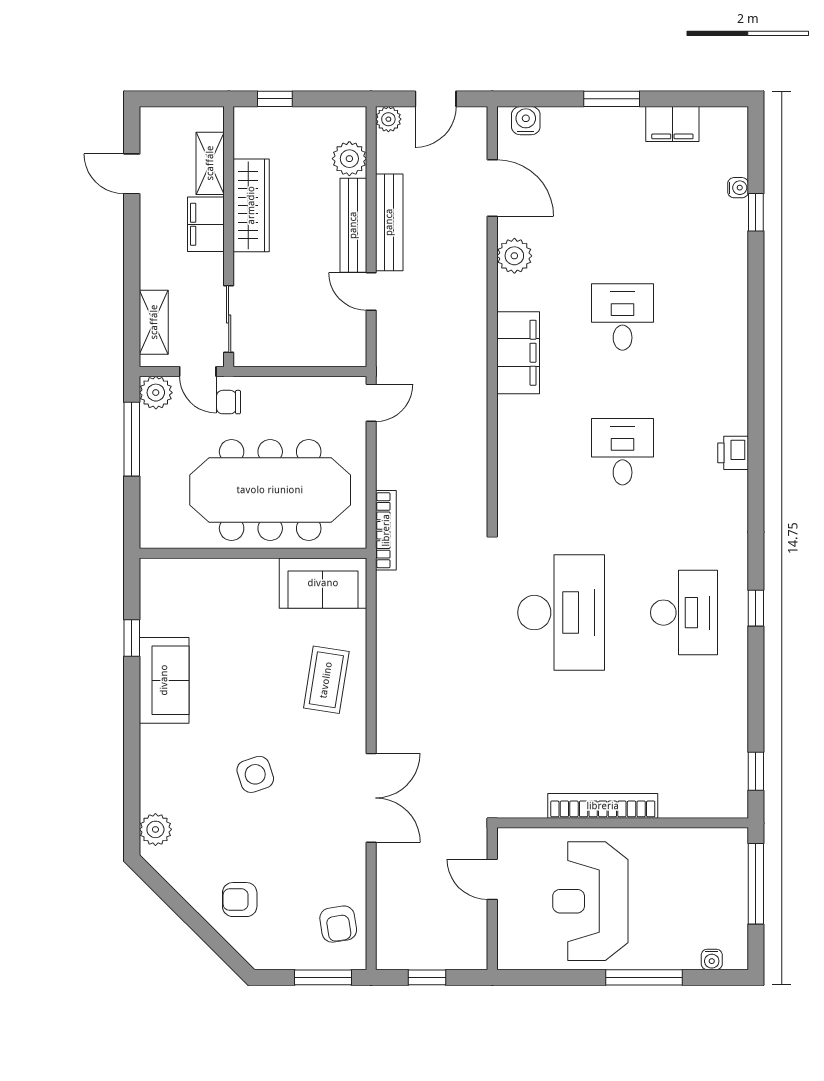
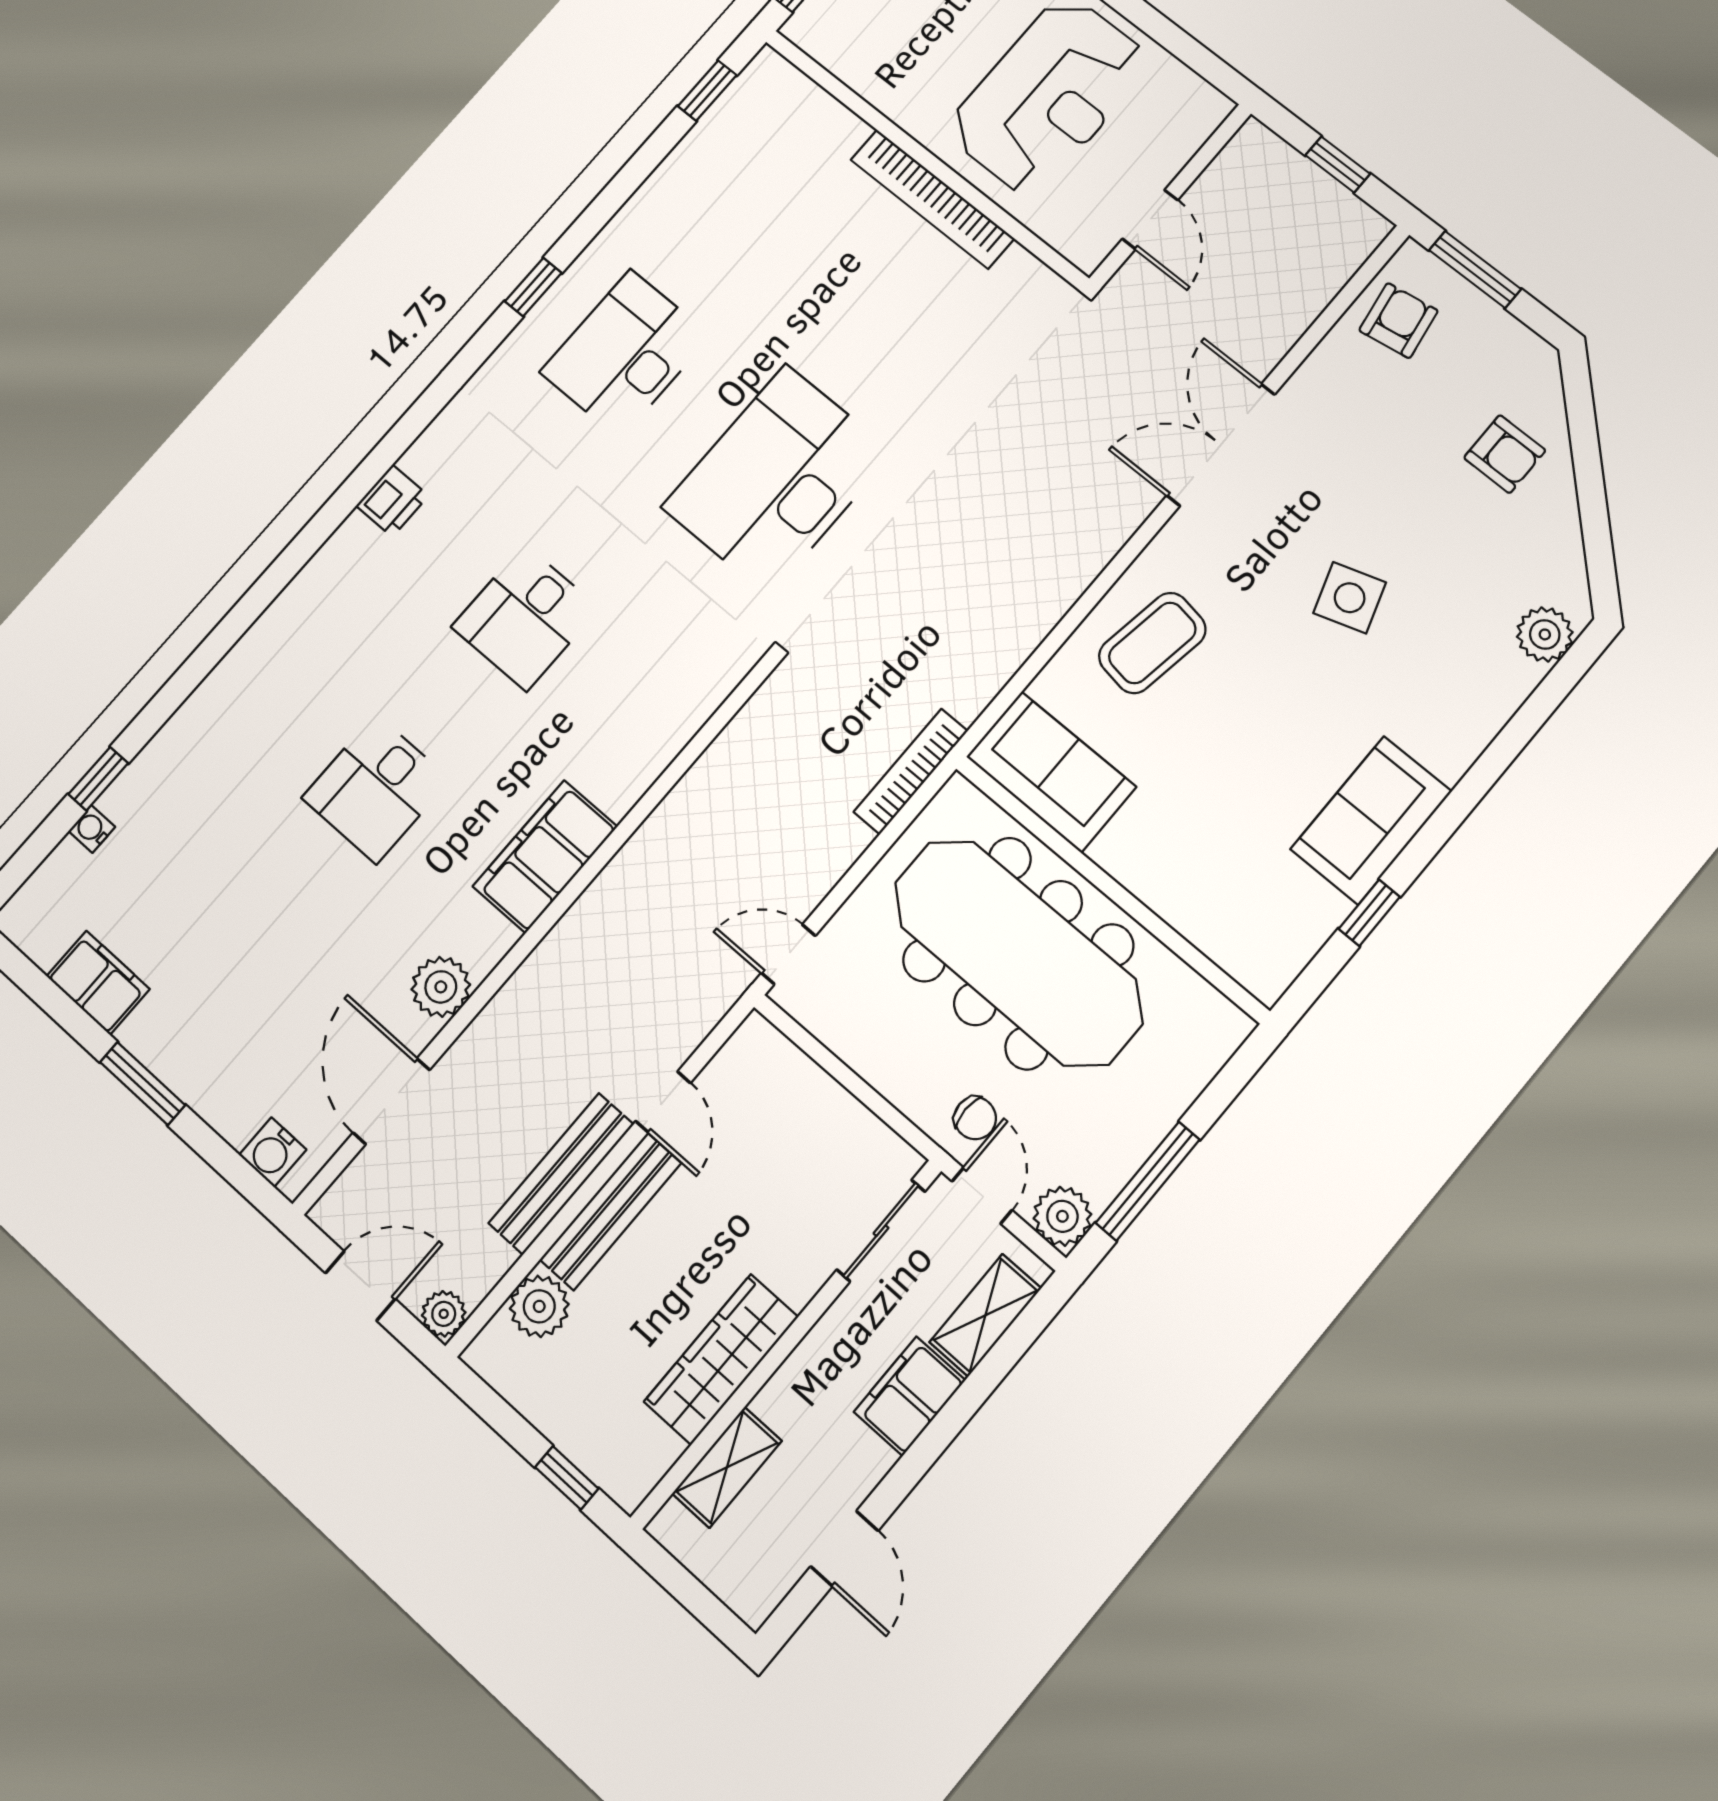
filing cabinet: (206, 224) -> (910, 1396), moved, turned 180

